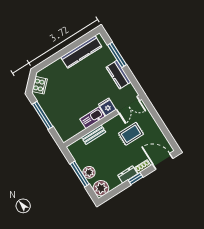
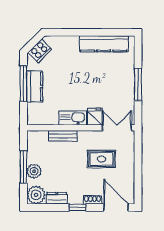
window: (117, 55) -> (138, 84), moved
kitchen counter: (118, 75) -> (35, 87), moved, turned 180
double door: (128, 105) -> (117, 128), swing flipped
dresser: (128, 174) -> (57, 198), moved

